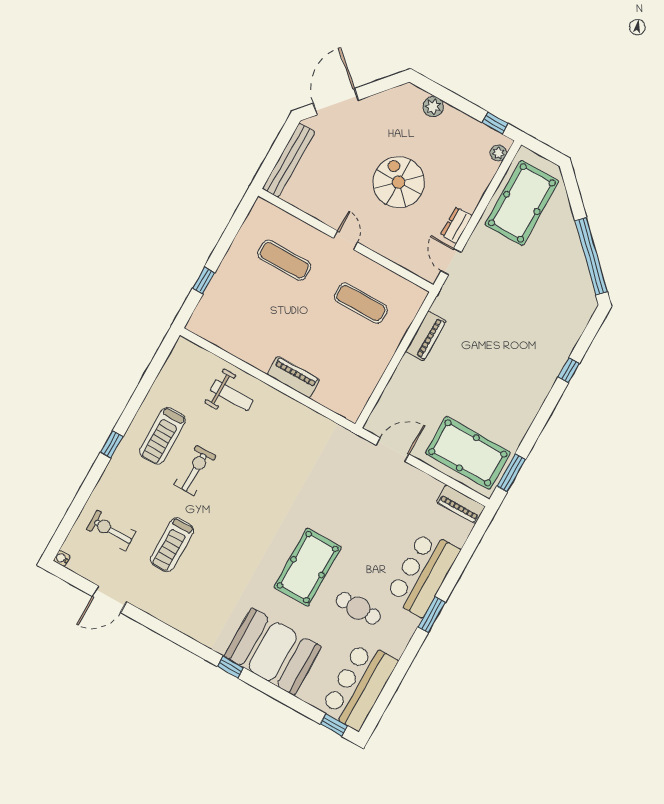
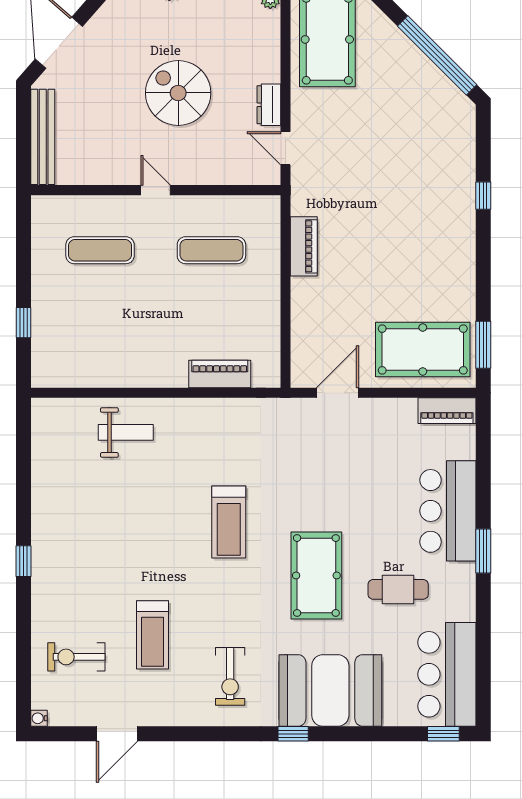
piano: (293, 377) -> (220, 374), moved
treadmill: (162, 436) -> (229, 522), moved
exercise bike: (195, 470) -> (230, 676), moved, turned 180

